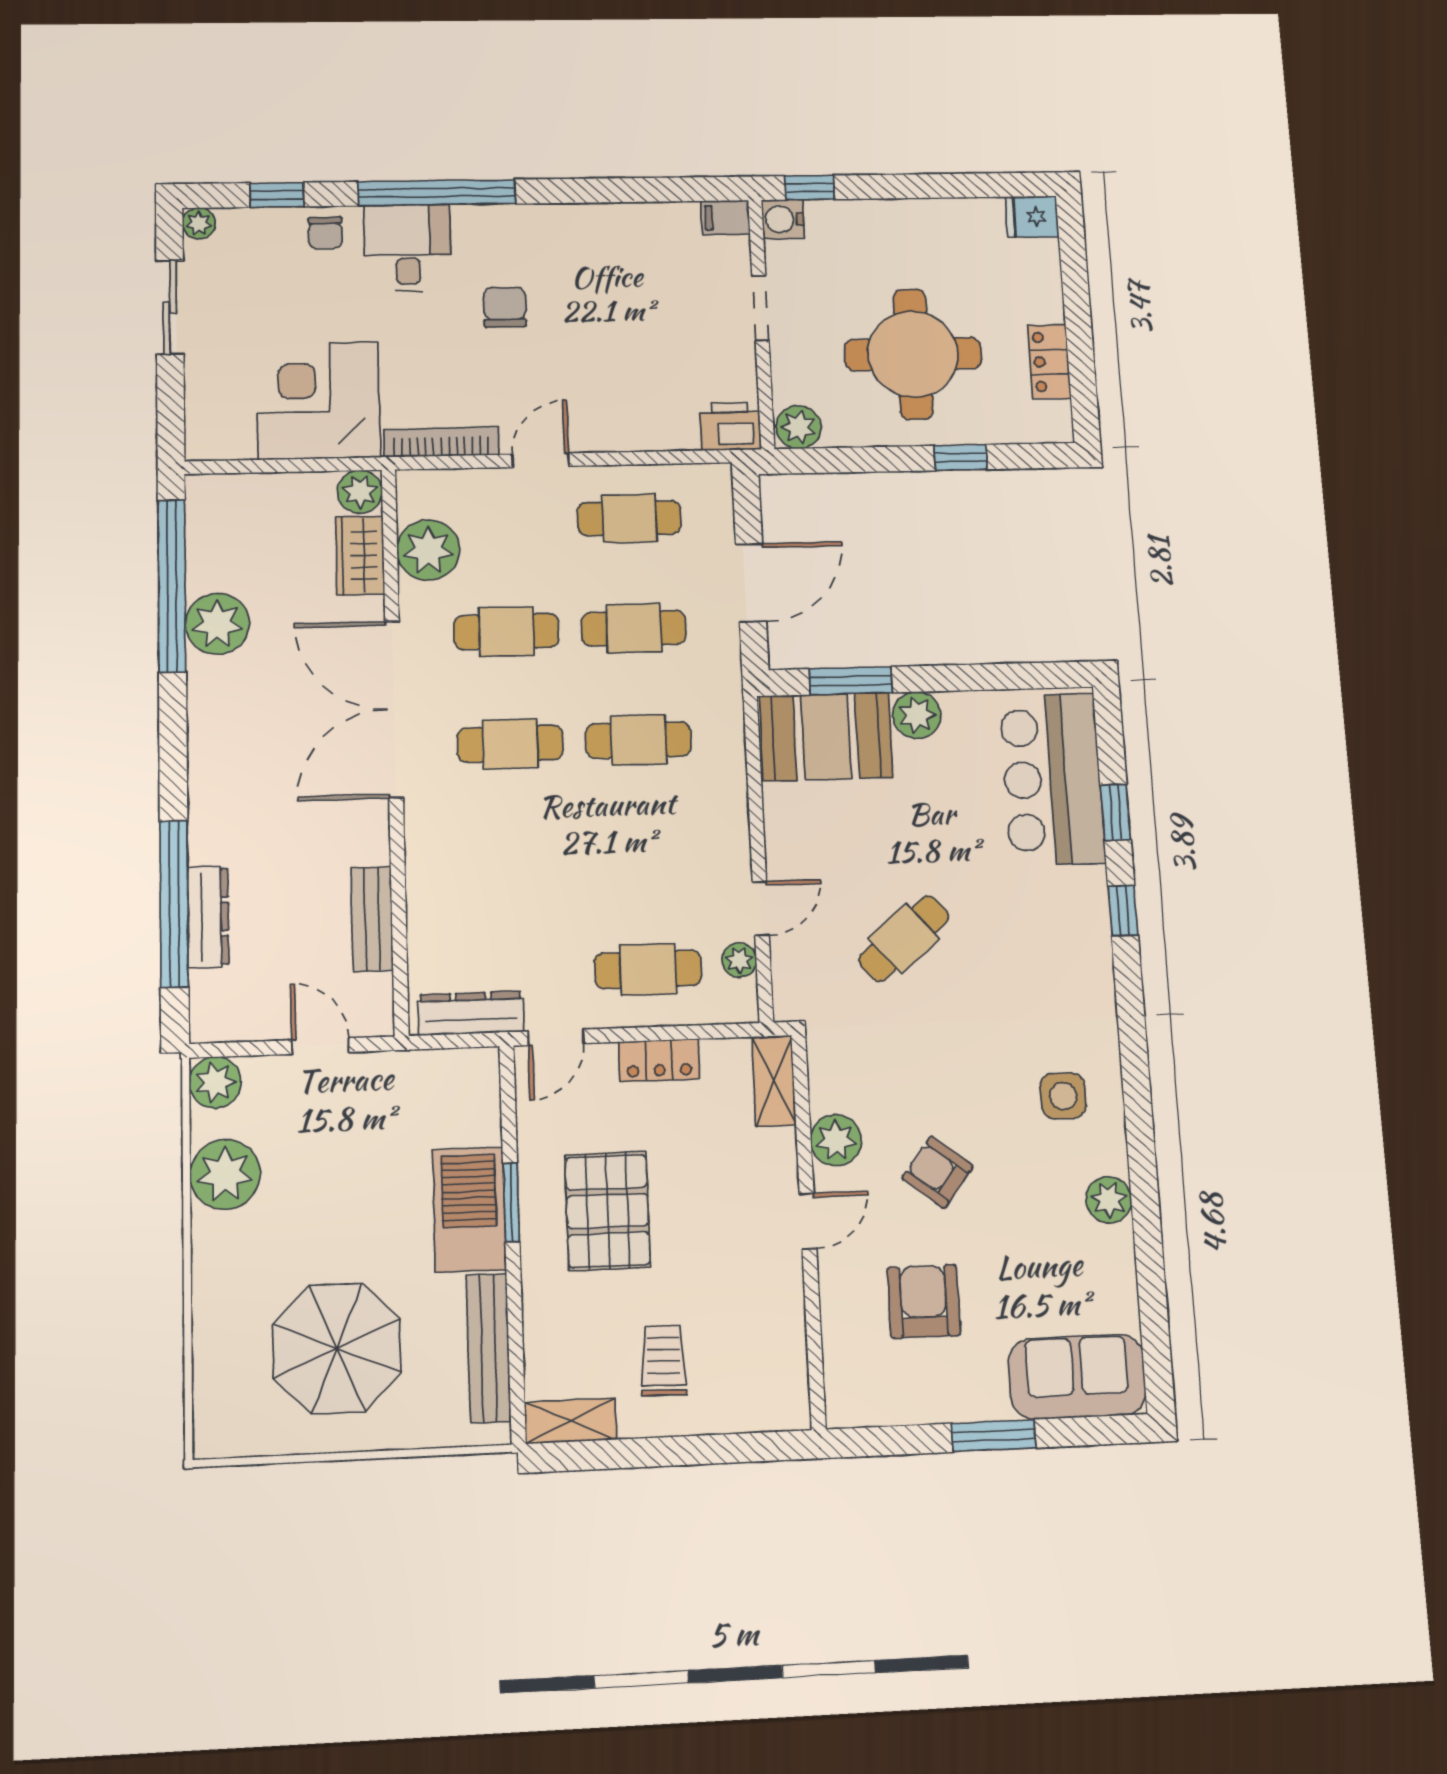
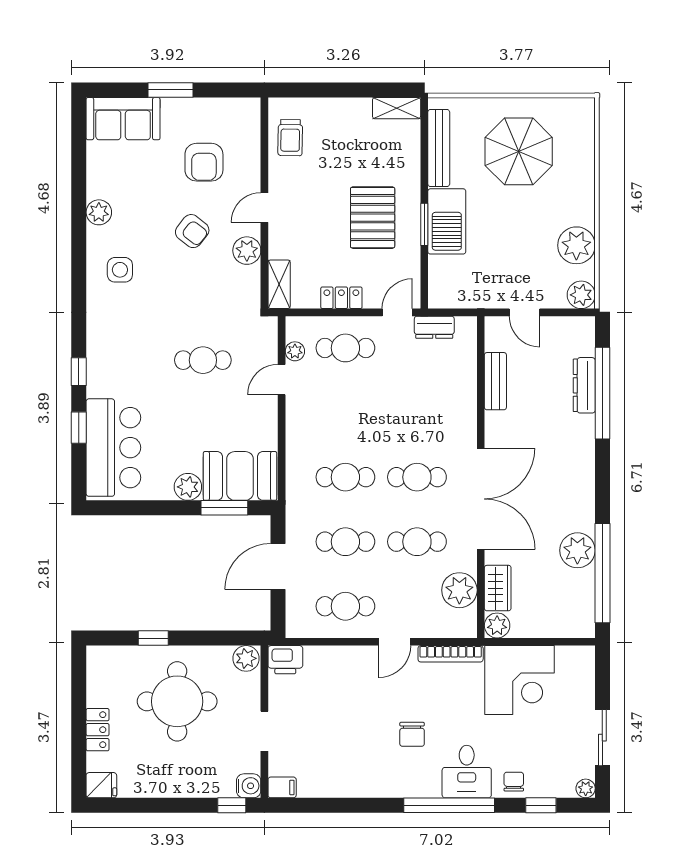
locker: (1049, 362) -> (98, 730), moved
cafe table: (904, 939) -> (203, 360), turned 40
dresser: (471, 1013) -> (434, 327), width x0.70
trolley: (663, 1360) -> (290, 138), moved

